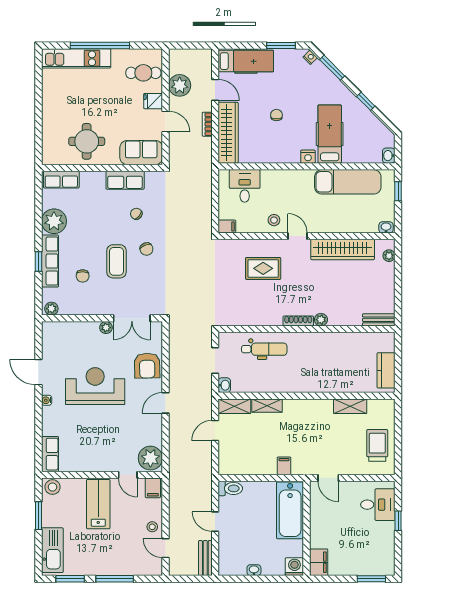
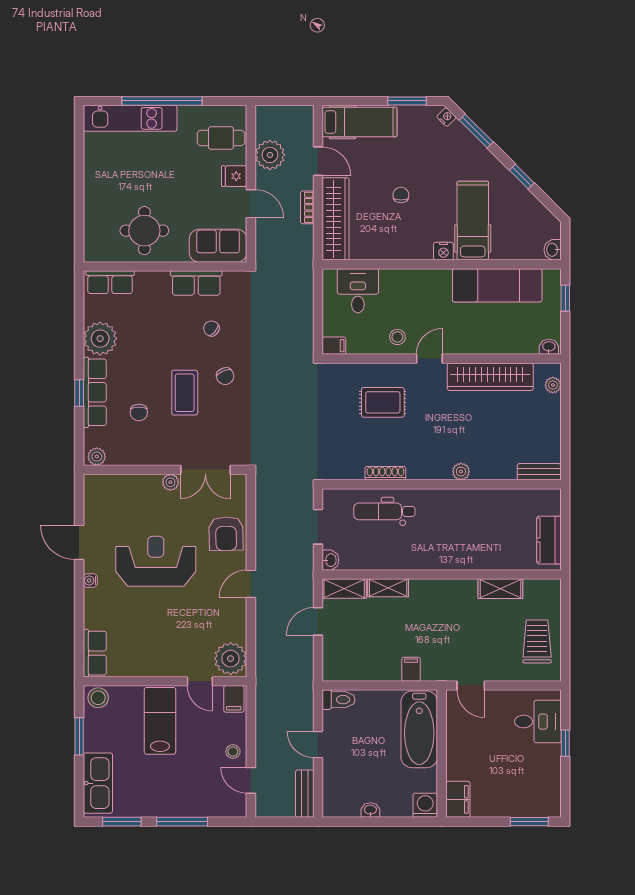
door: (298, 236) -> (429, 359), hinge flipped
shoe rack: (298, 321) -> (385, 473), moved
dental chair: (264, 349) -> (384, 511), turned 180

